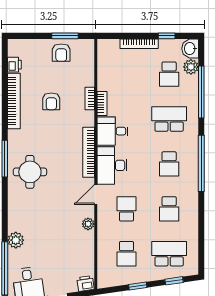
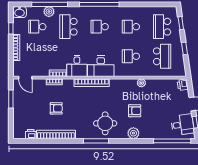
armchair: (61, 53) -> (135, 111), moved
plant: (191, 67) -> (49, 12), moved
school desk: (169, 74) -> (37, 27), turned 180
school desk: (169, 164) -> (100, 27), turned 180
door: (96, 195) -> (25, 78), moved
school desk: (169, 209) -> (131, 27), turned 180
plant: (16, 240) -> (133, 133), moved
school desk: (126, 254) -> (162, 56), width x1.85

